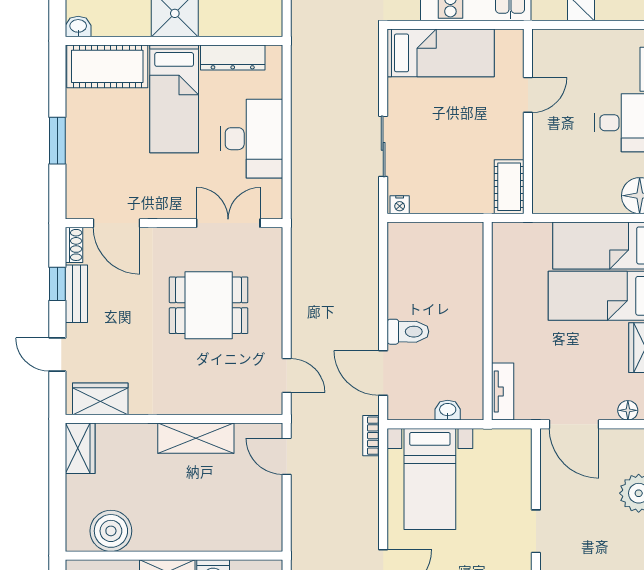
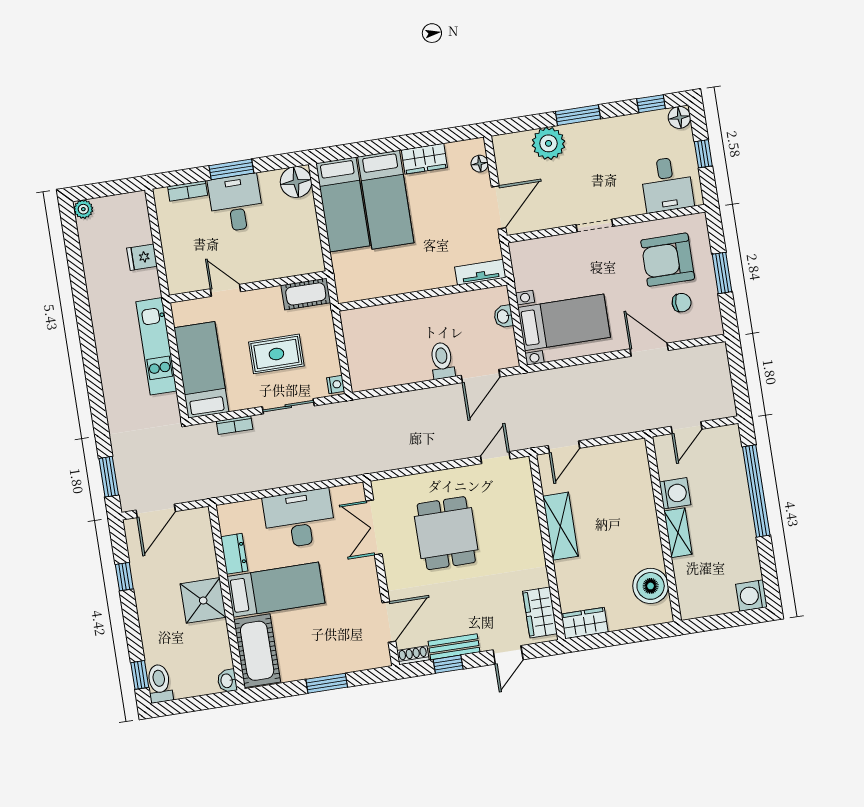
dresser: (233, 57) -> (234, 554), width x0.70
rug: (445, 142) -> (276, 354), added
bookcase: (371, 436) -> (235, 425), moved

